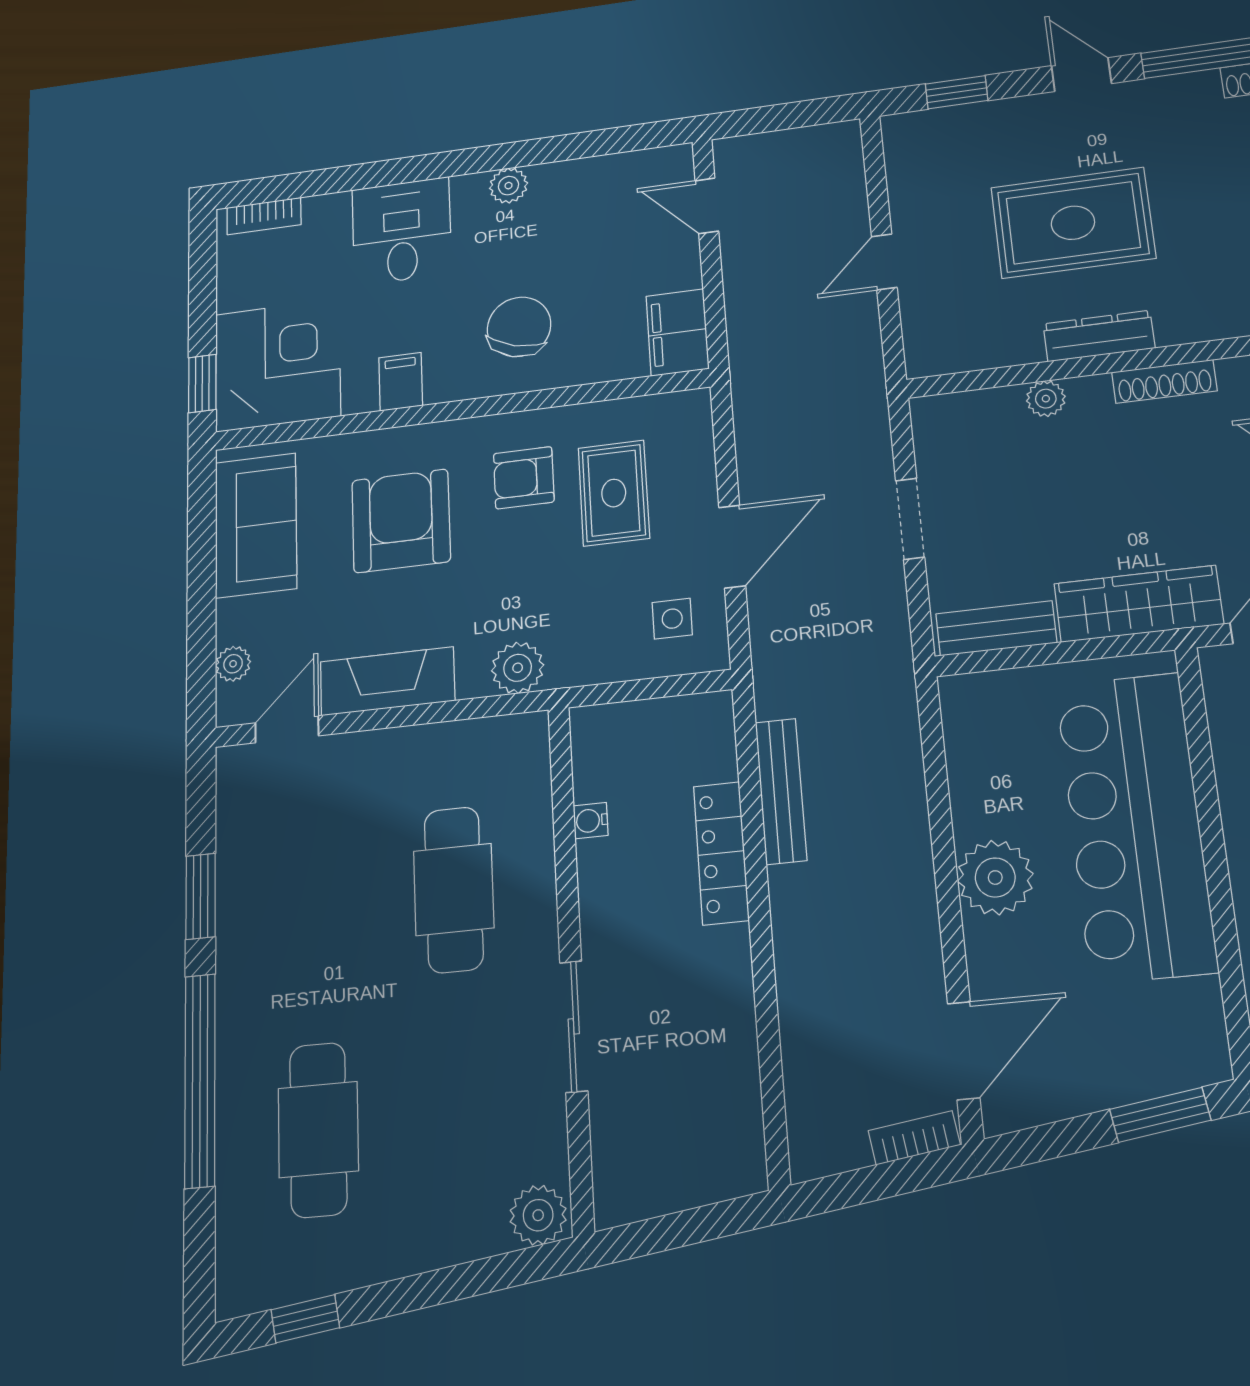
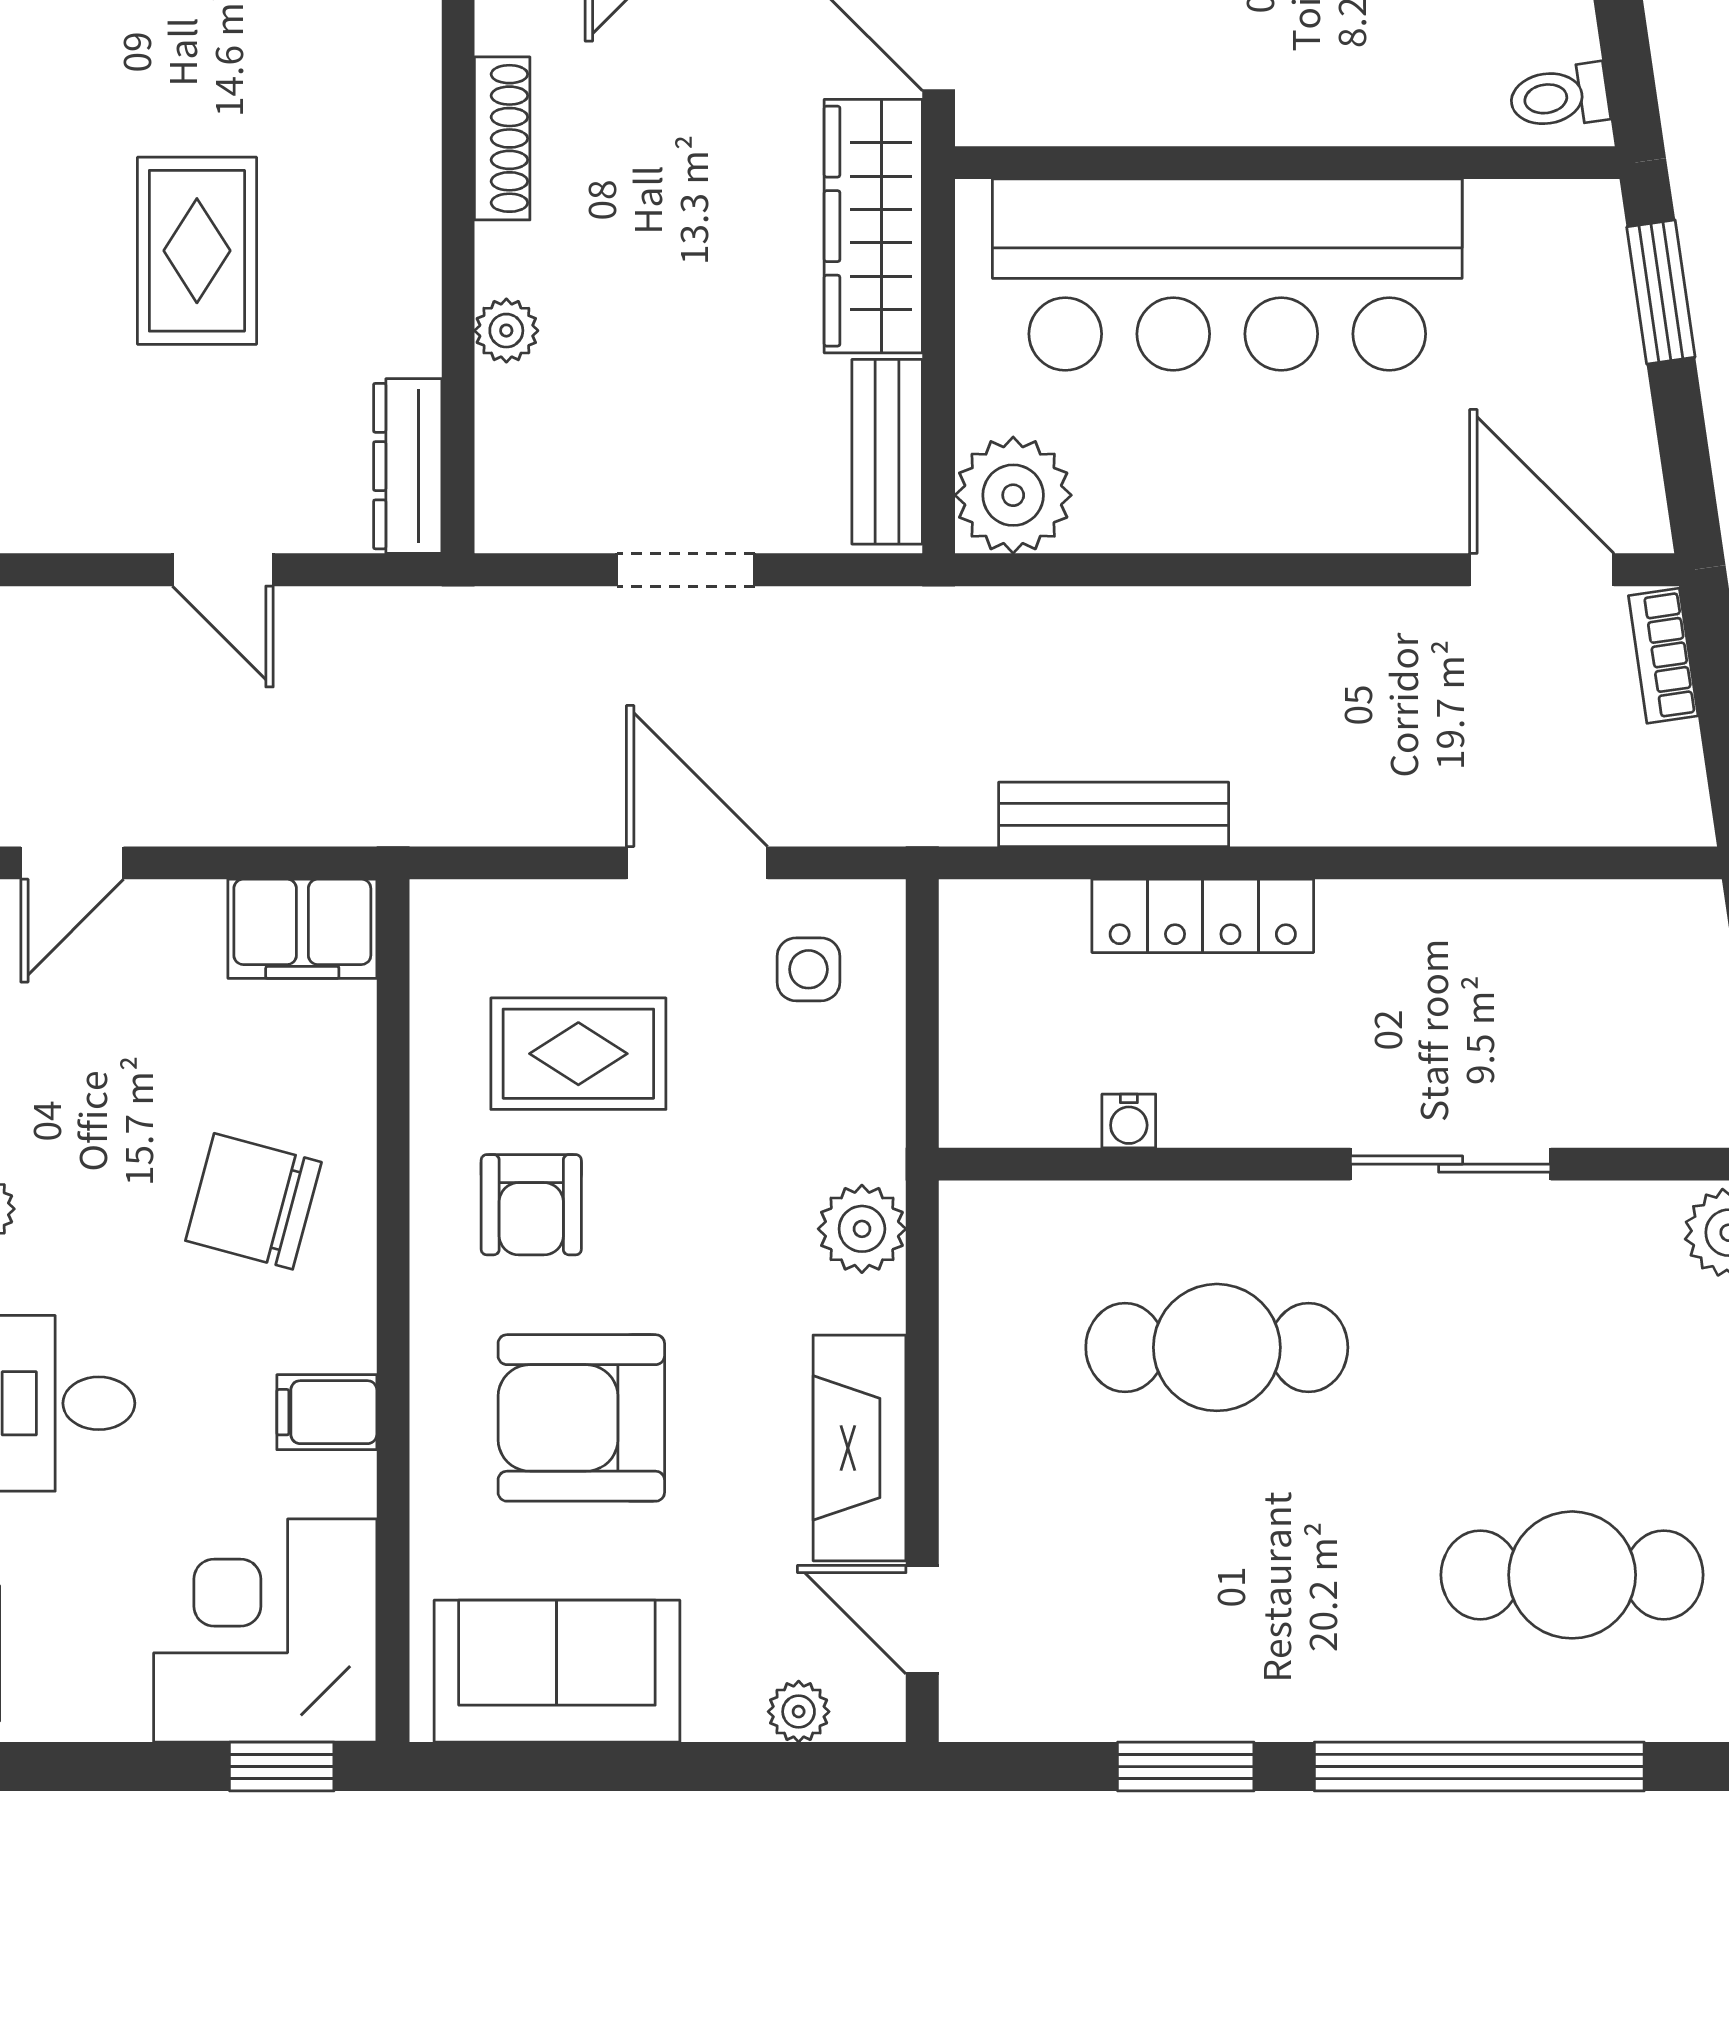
rug: (1073, 223) -> (197, 251), width x0.73, depth x0.70
dresser: (1099, 336) -> (408, 466), moved
plant: (995, 878) -> (1013, 495), moved

